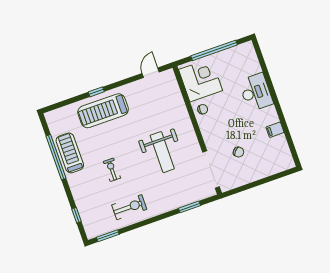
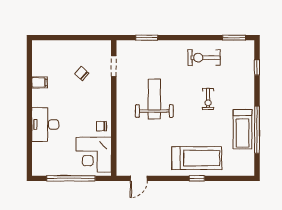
doorway: (211, 170) -> (114, 66), width x0.53

